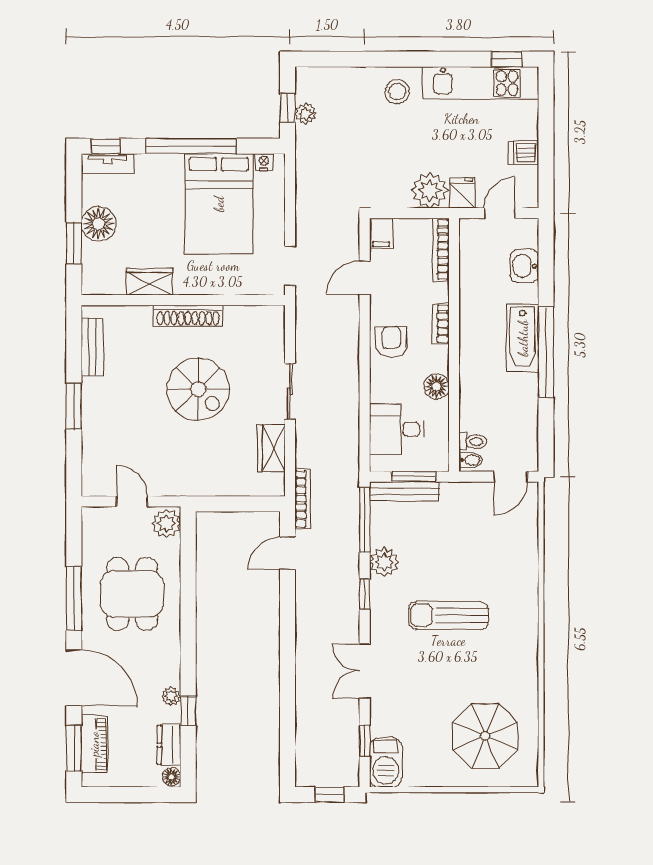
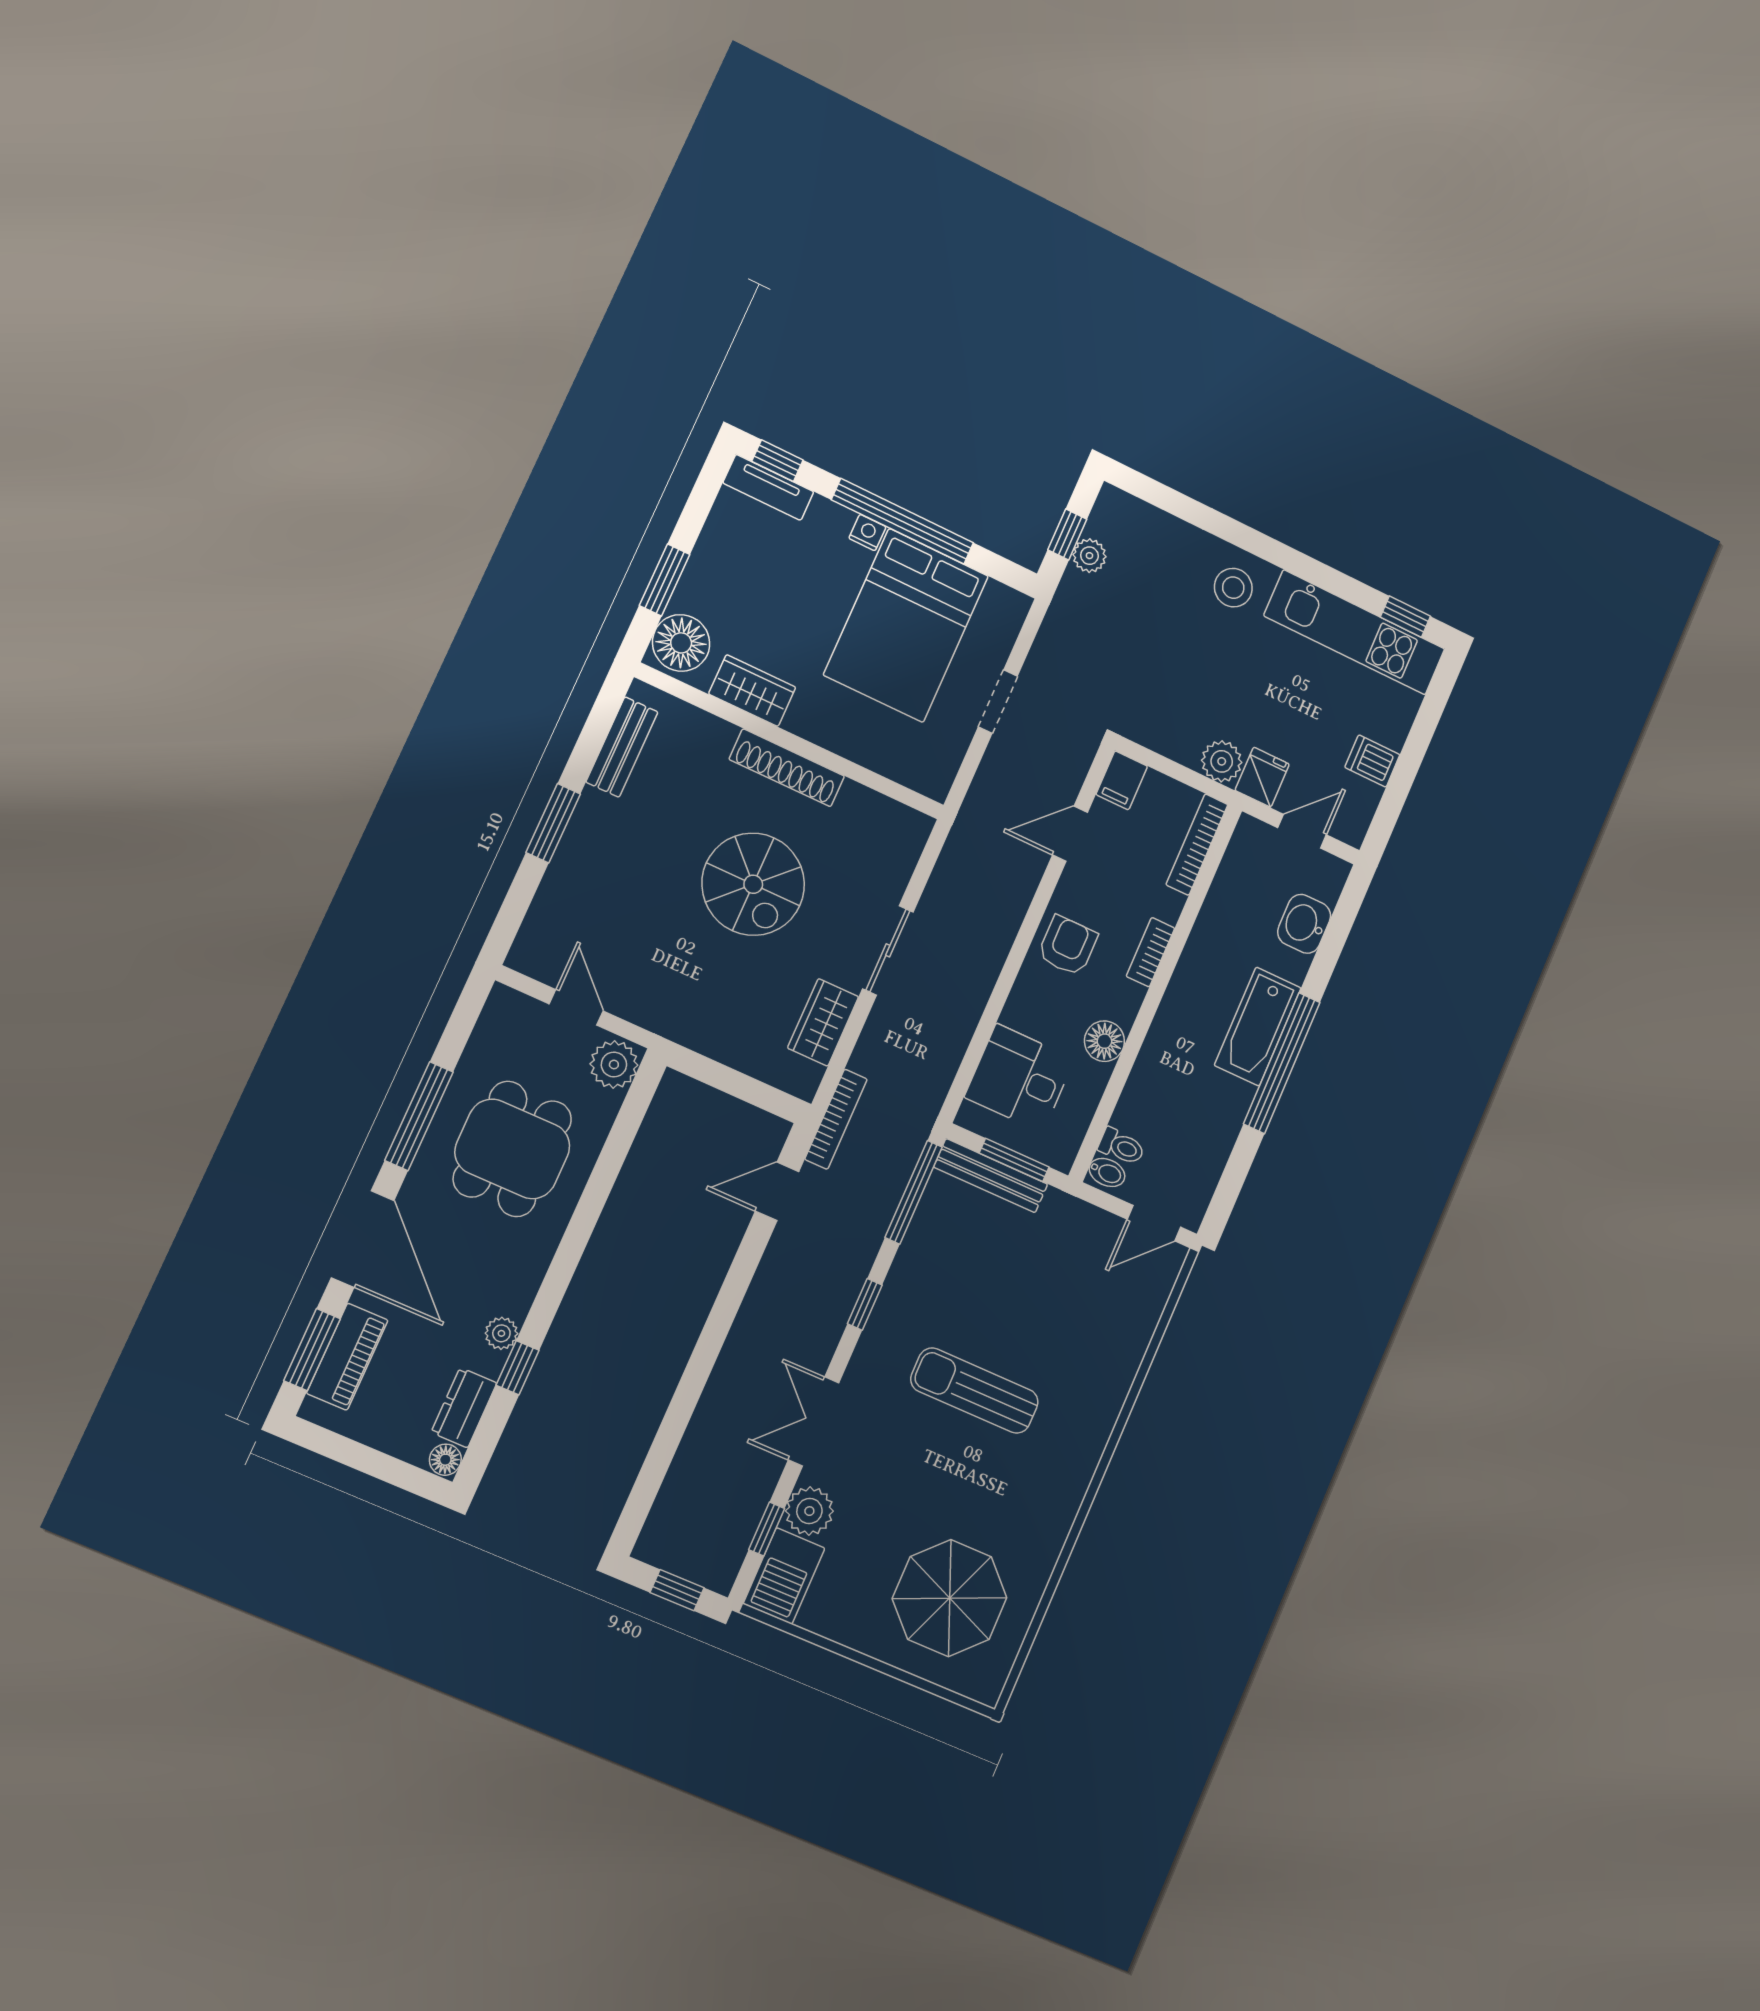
nightstand: (264, 162) -> (867, 533), moved
plant: (430, 190) -> (1222, 761), width x0.73, depth x0.73
floor lamp: (99, 224) -> (681, 643), moved
doorway: (290, 266) -> (998, 702), moved
plant: (384, 562) -> (809, 1511), moved

